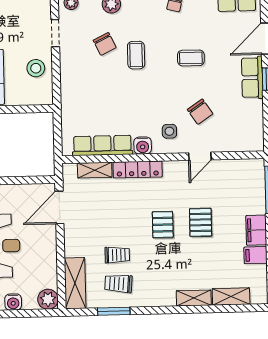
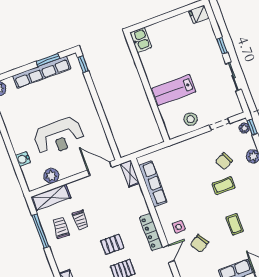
water cooler: (143, 146) -> (162, 212), removed
door: (200, 156) -> (168, 254), swing flipped
locker: (138, 169) -> (151, 232), moved
shelving: (95, 170) -> (130, 174), moved
plant: (48, 299) -> (51, 176), moved
window: (114, 311) -> (40, 231), width x1.44

